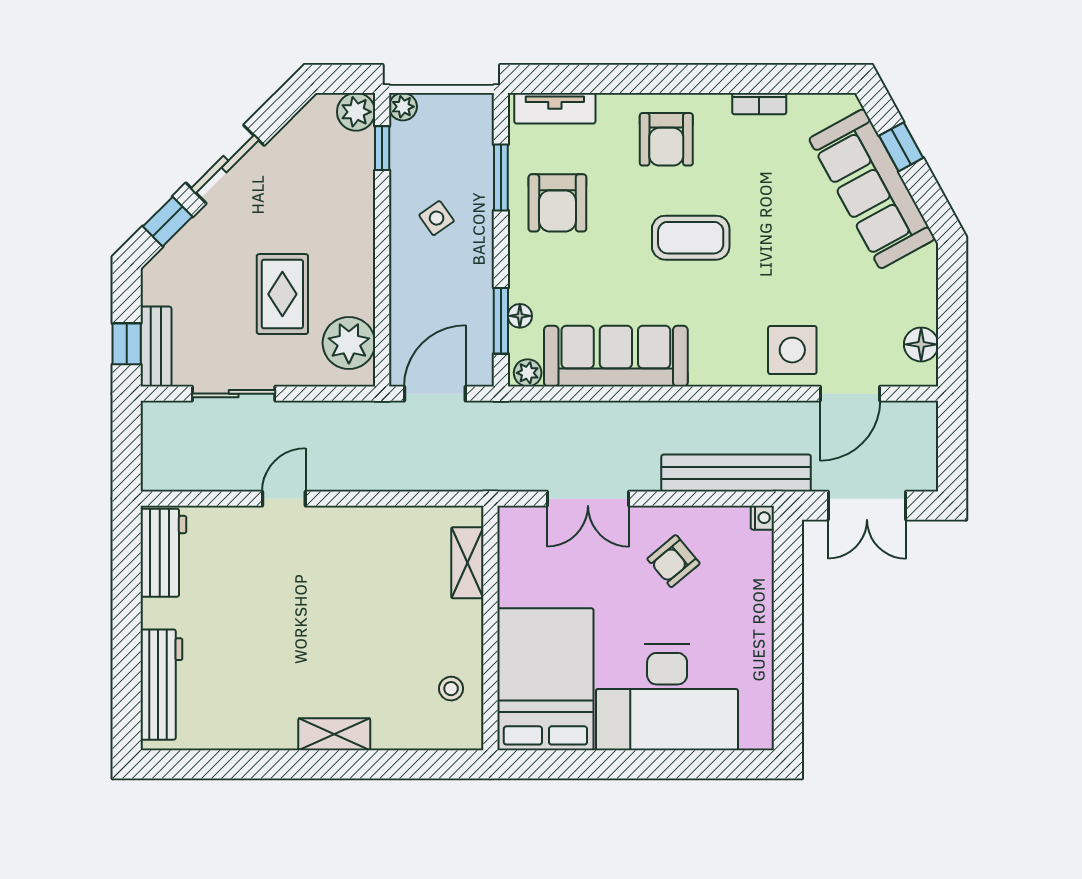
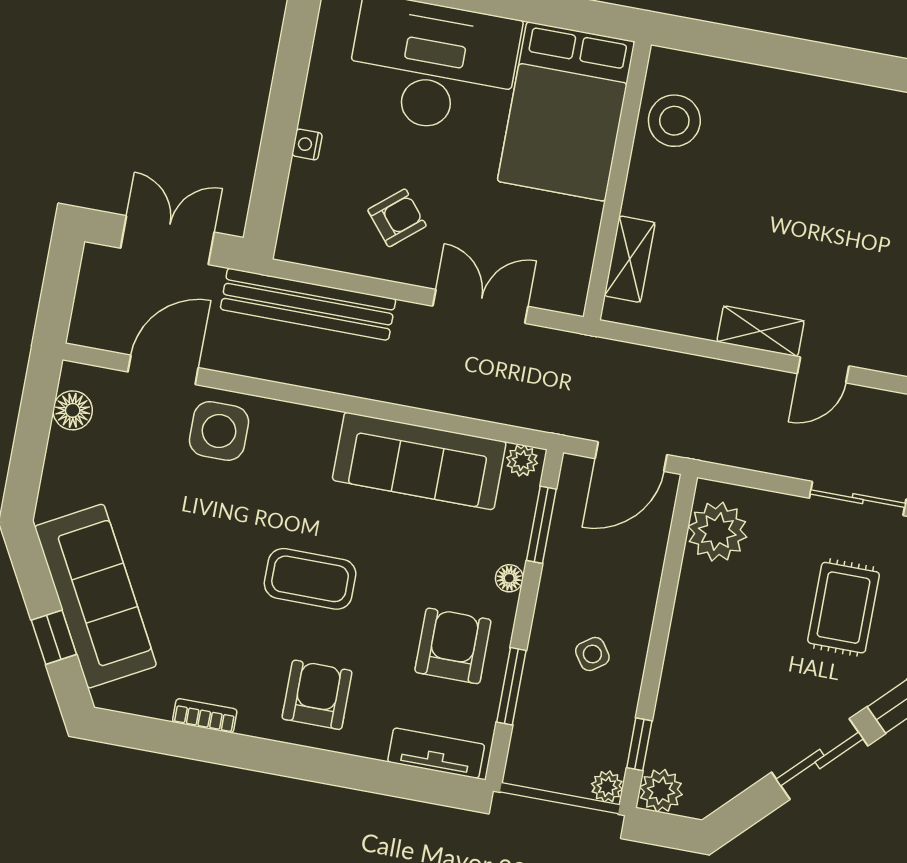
rug: (282, 294) -> (844, 608), moved
floor lamp: (520, 316) -> (509, 578), moved
nightstand: (762, 518) -> (307, 144), moved
stool: (451, 689) -> (674, 121), width x1.89, depth x1.89
shelving: (334, 734) -> (761, 331), moved

